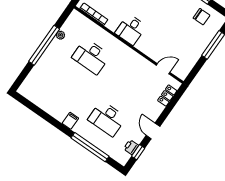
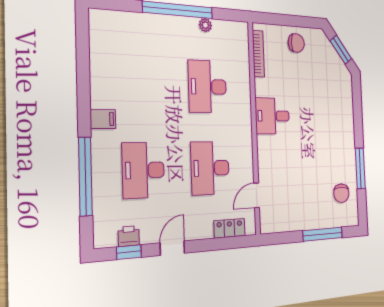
door: (163, 69) -> (257, 195), swing flipped
desk: (131, 84) -> (210, 168), added

